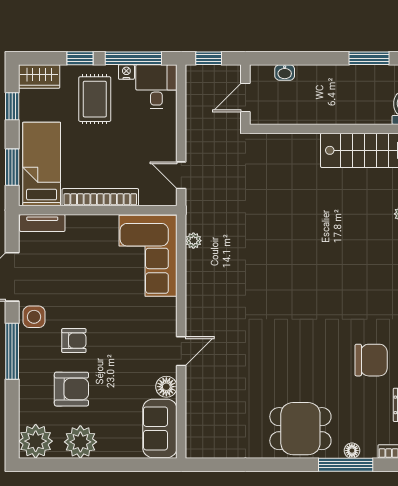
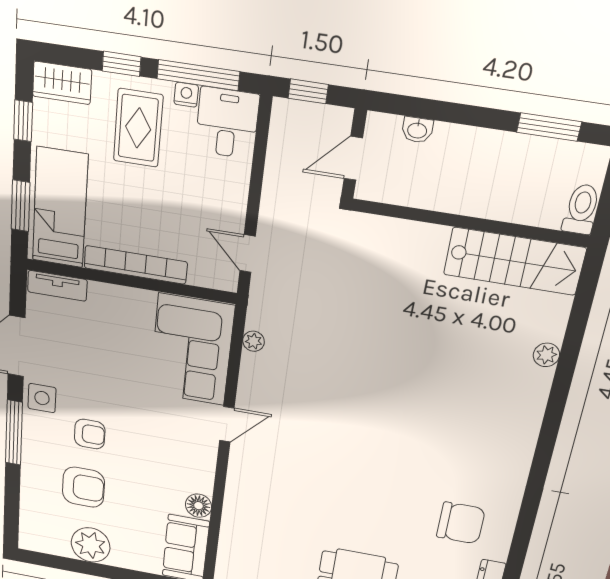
door: (181, 351) -> (227, 424), moved
plant: (36, 441) -> (38, 534), removed

